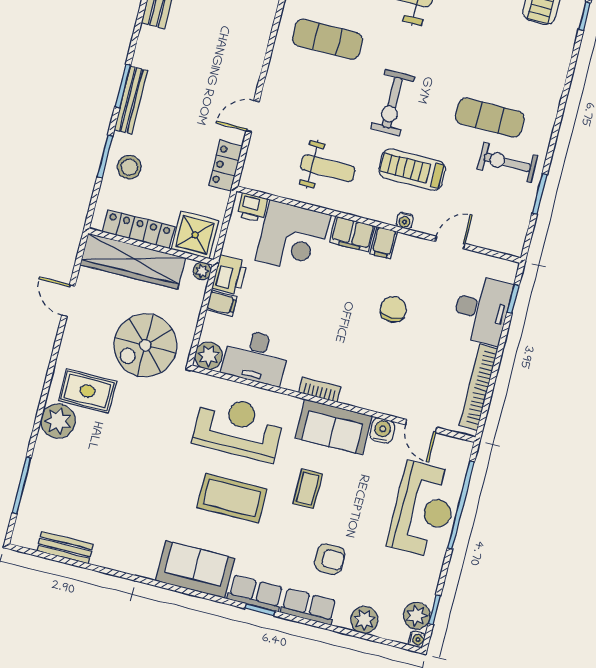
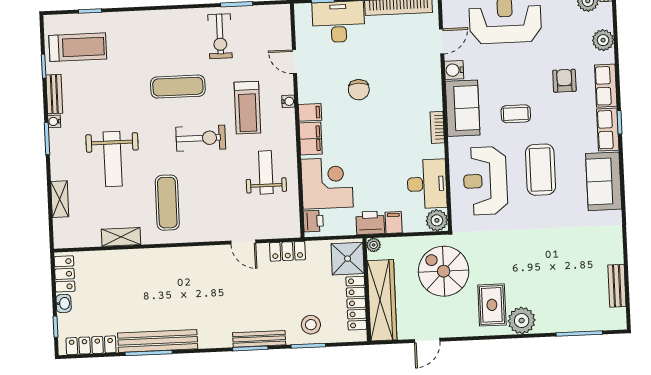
exercise mat: (490, 118) -> (178, 87), moved, turned 90
chair: (393, 309) -> (359, 90), turned -90
spiral stairs: (145, 345) -> (444, 271), turned 180

